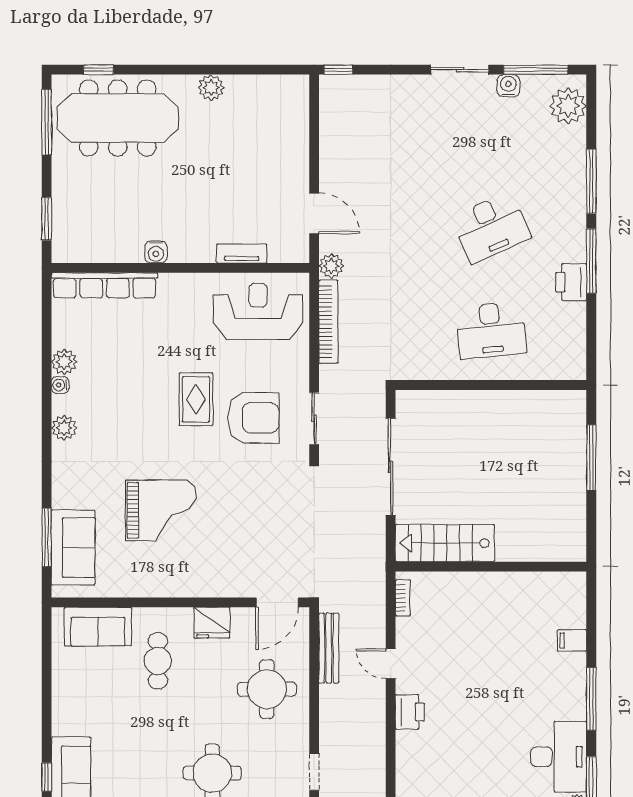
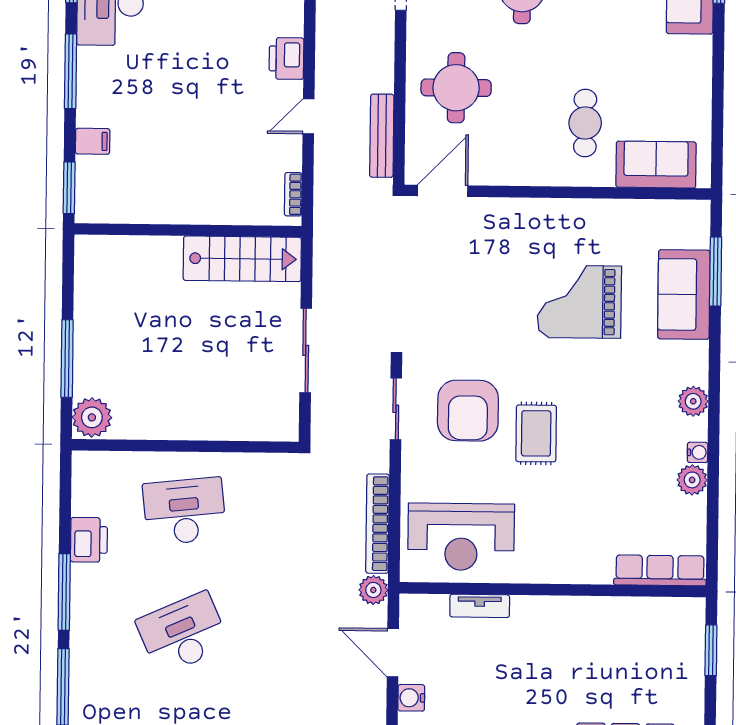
water cooler: (156, 252) -> (411, 698), moved, turned -90
printer: (571, 282) -> (89, 540), moved
row of seats: (104, 285) -> (660, 570), width x0.73
plant: (570, 408) -> (92, 417), added
armchair: (254, 418) -> (468, 411), turned -90
sliding door: (391, 467) -> (306, 350), width x0.73
sofa: (73, 548) -> (684, 294), moved
window: (591, 601) -> (69, 188), added
fridge: (212, 623) -> (520, 168), removed
door: (391, 664) -> (309, 116), swing flipped

